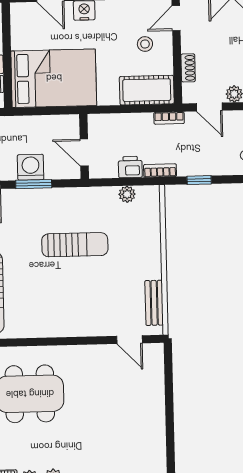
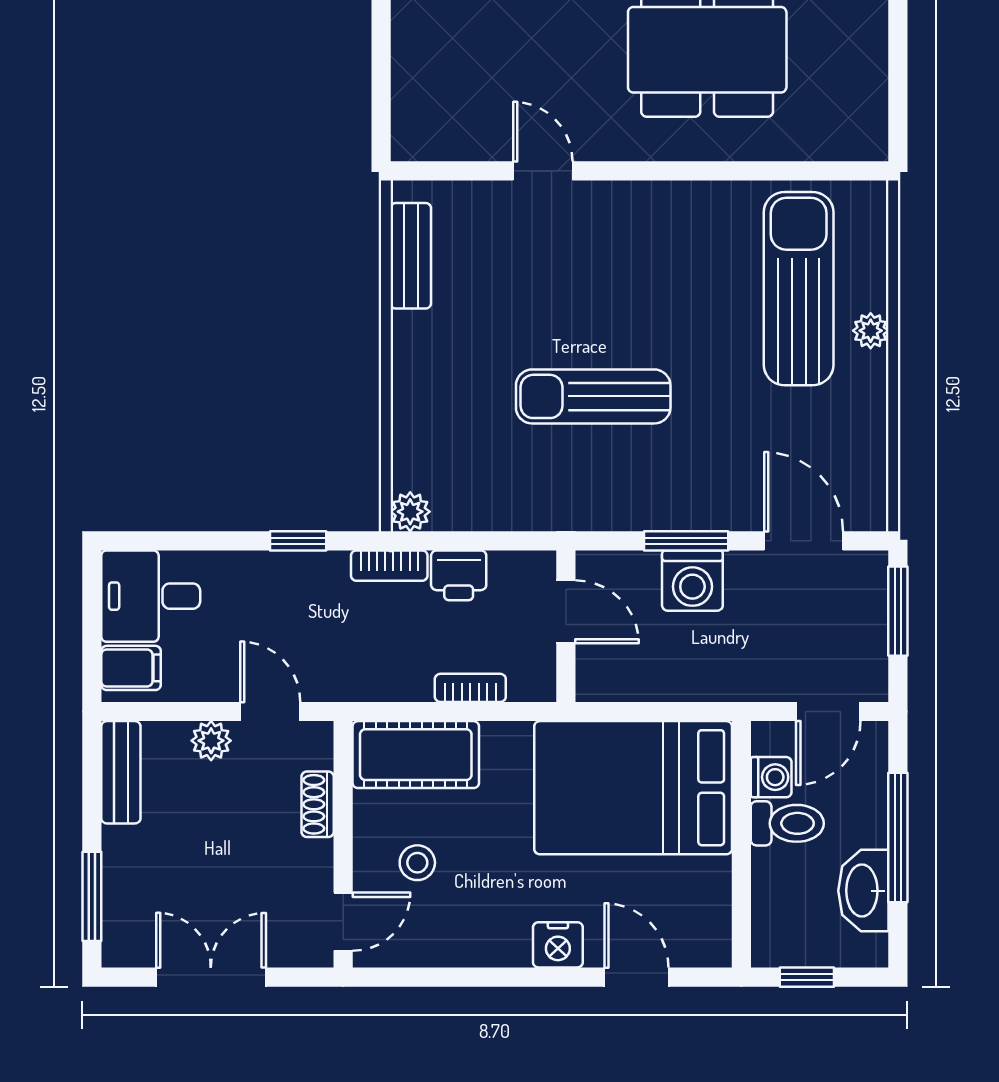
bookcase: (169, 118) -> (470, 688), moved
plant: (127, 194) -> (410, 512), moved
door: (129, 340) -> (543, 171), moved

